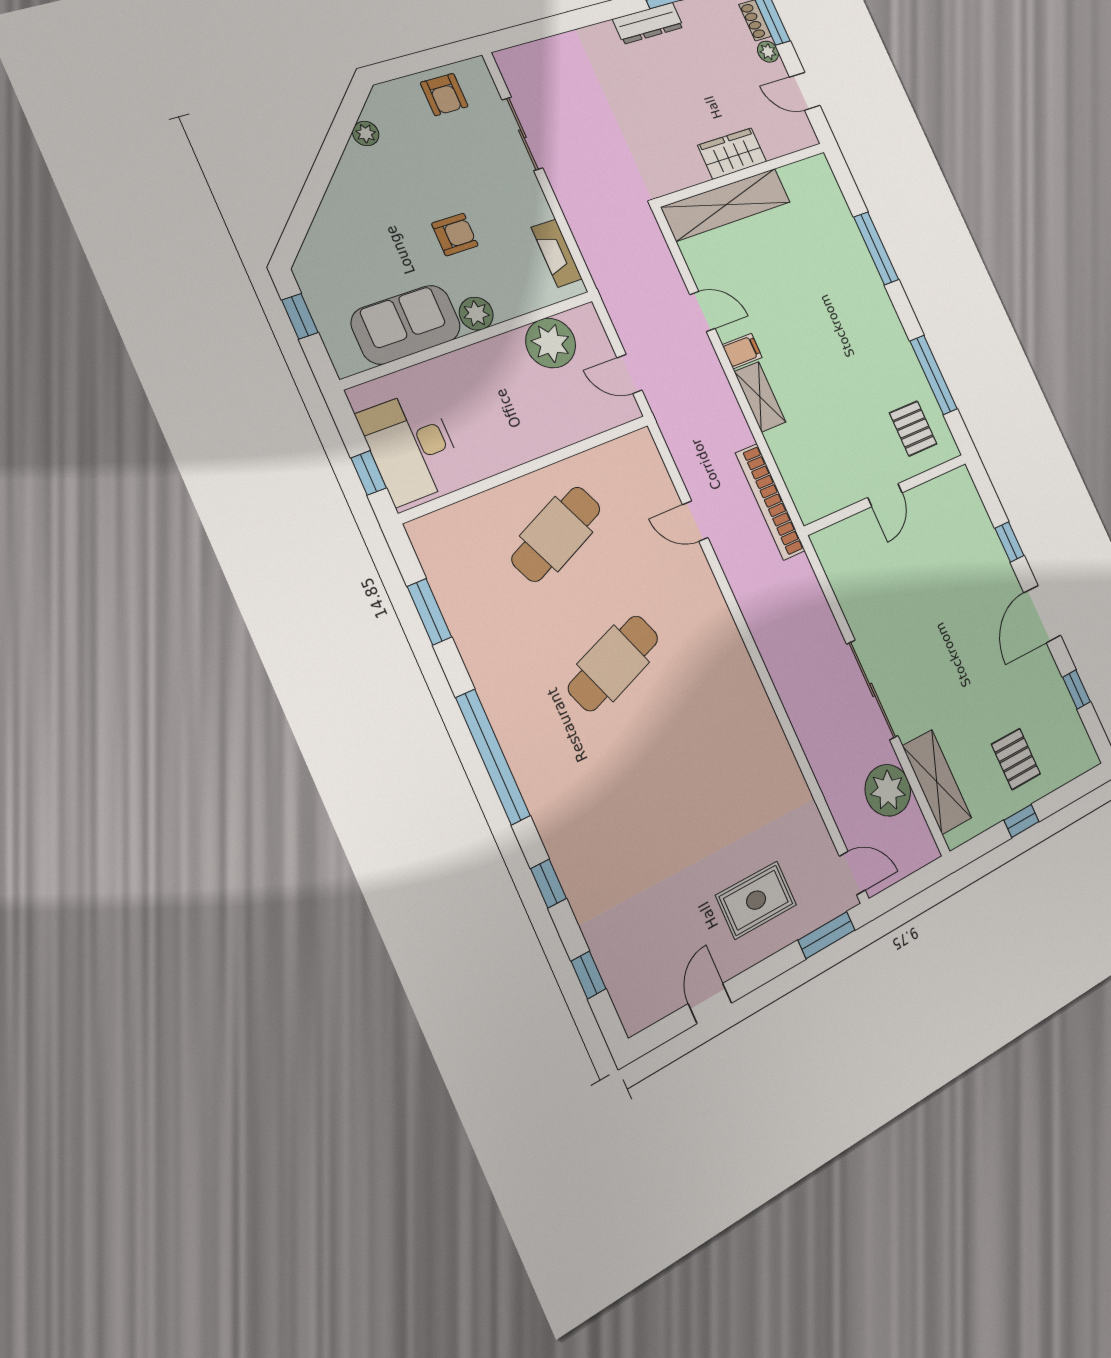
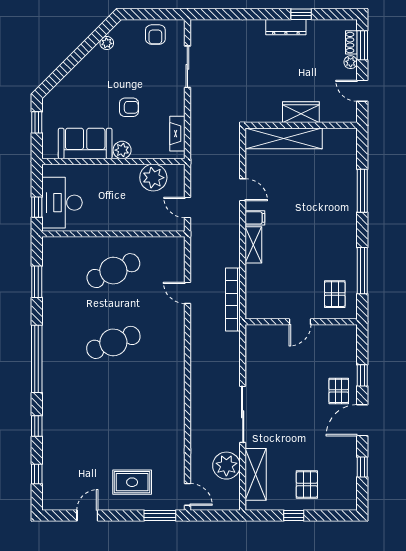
pallet: (989, 583) -> (339, 391), added

